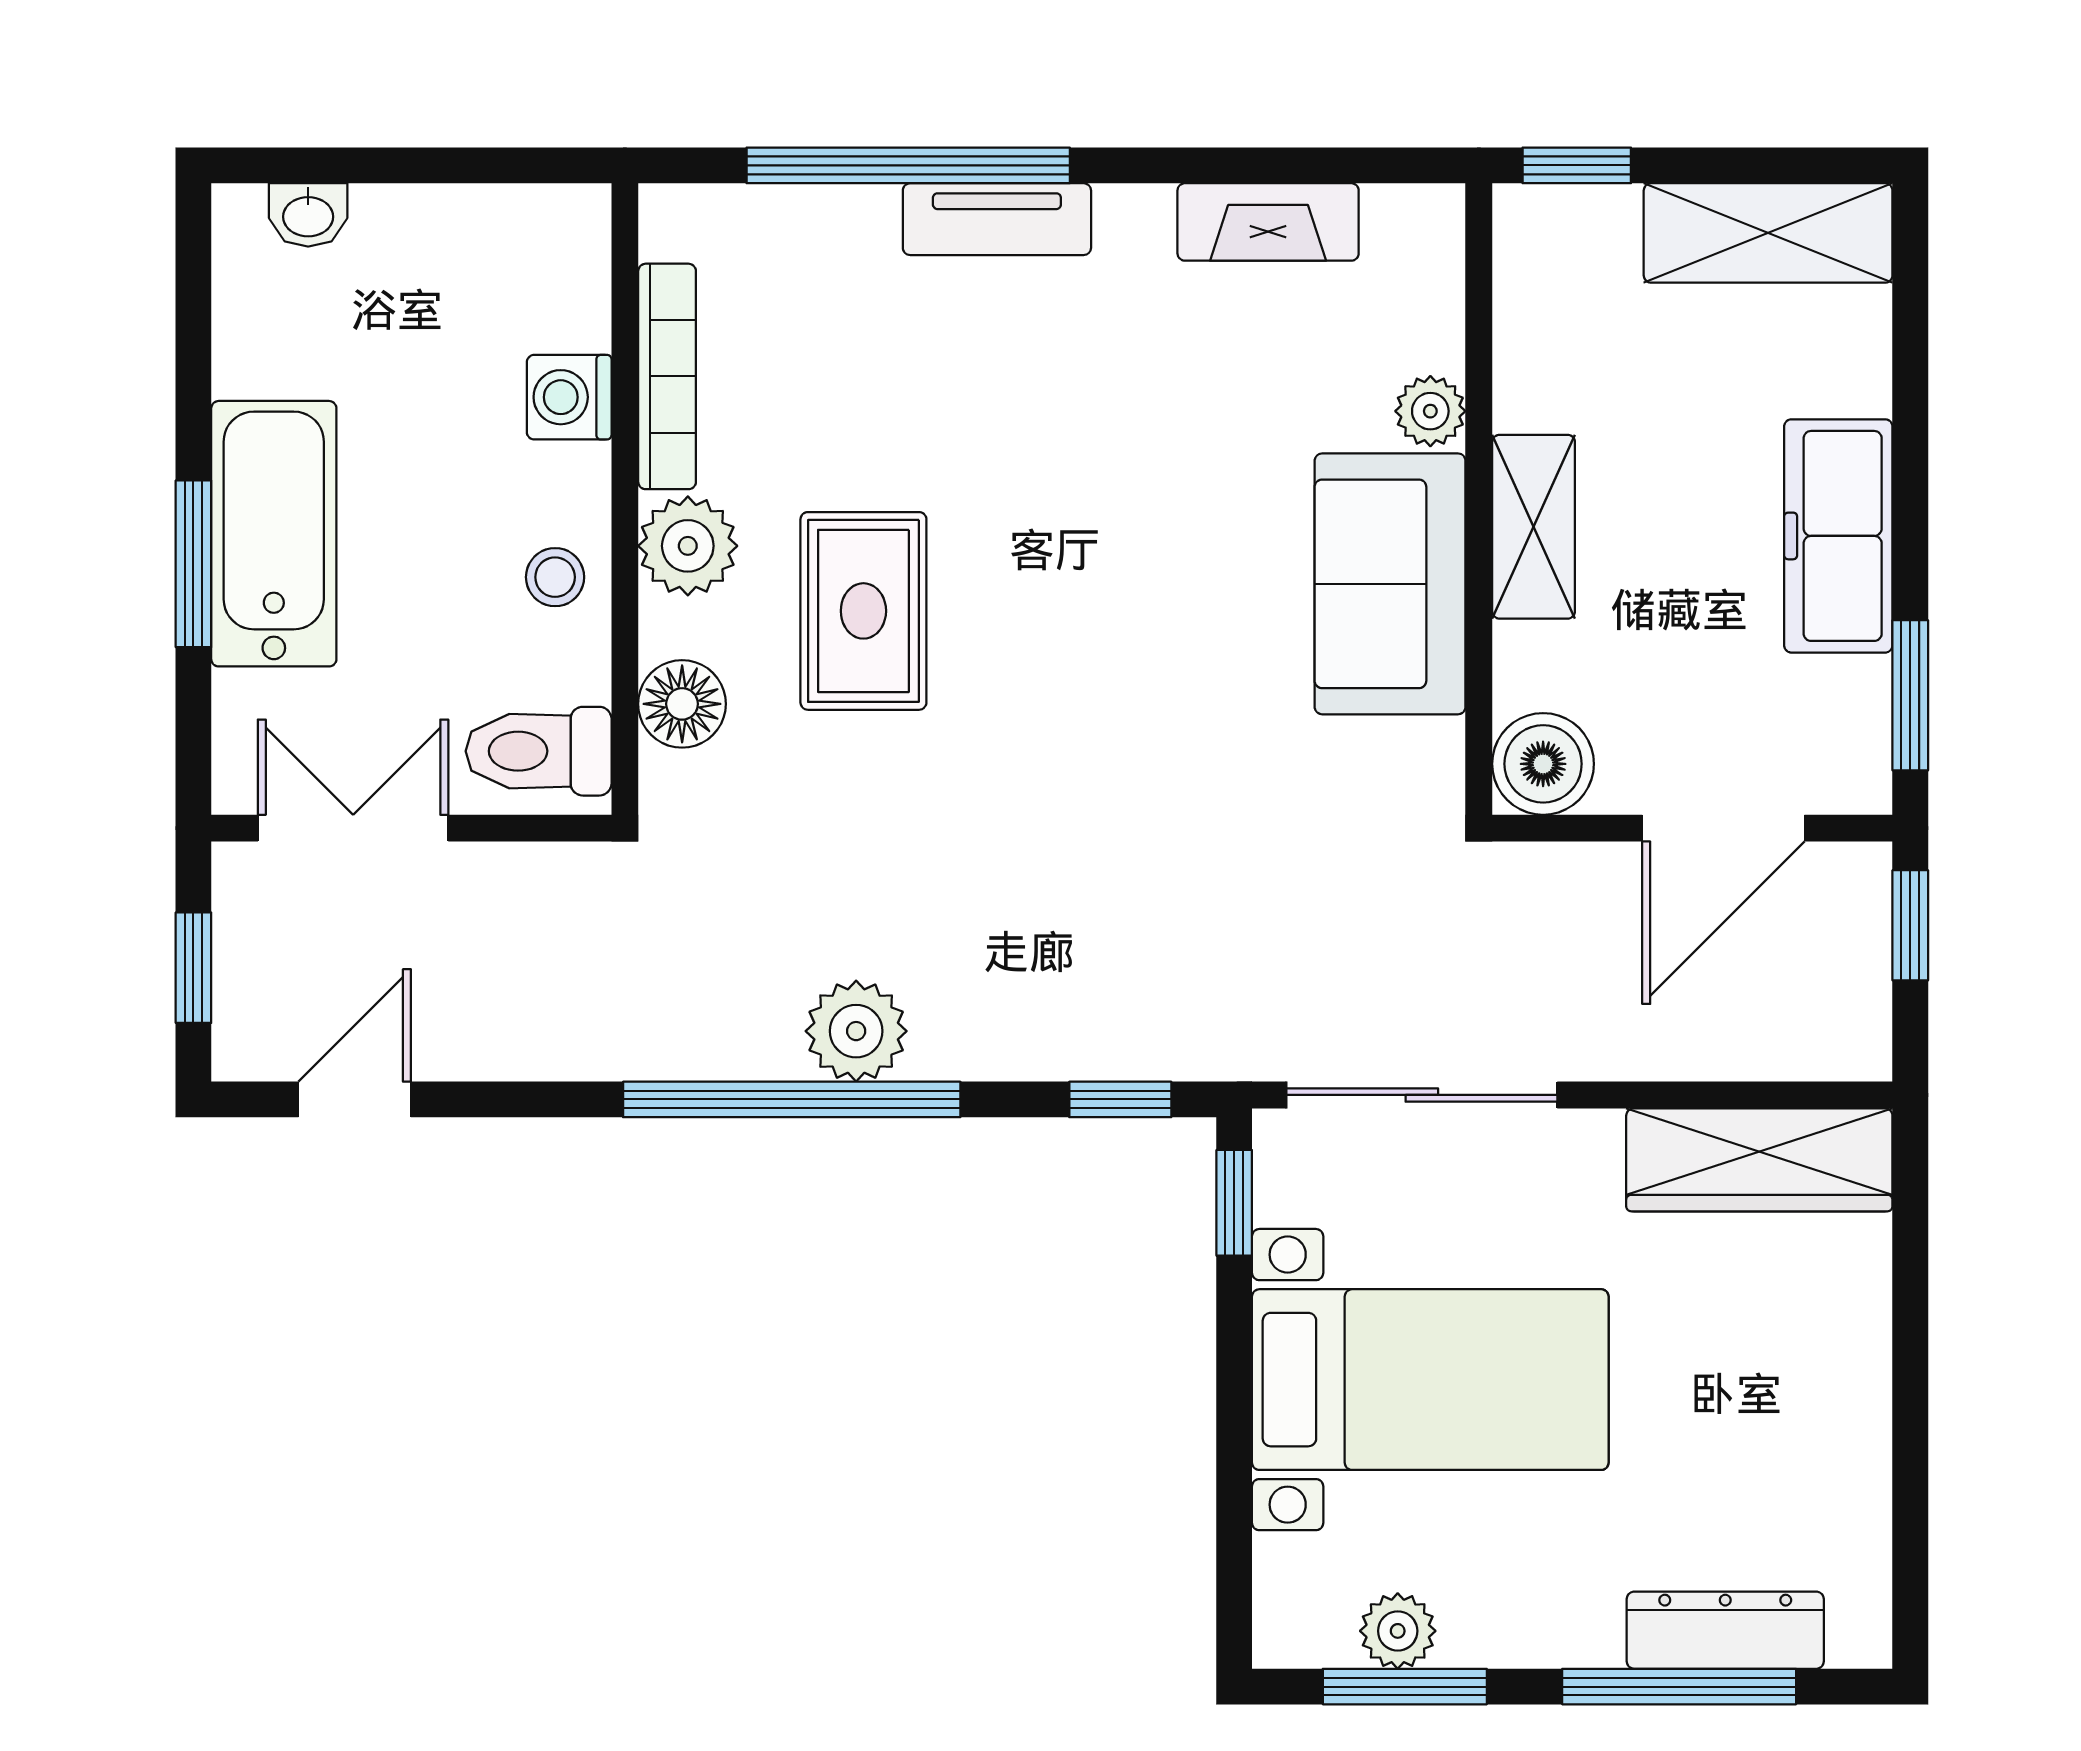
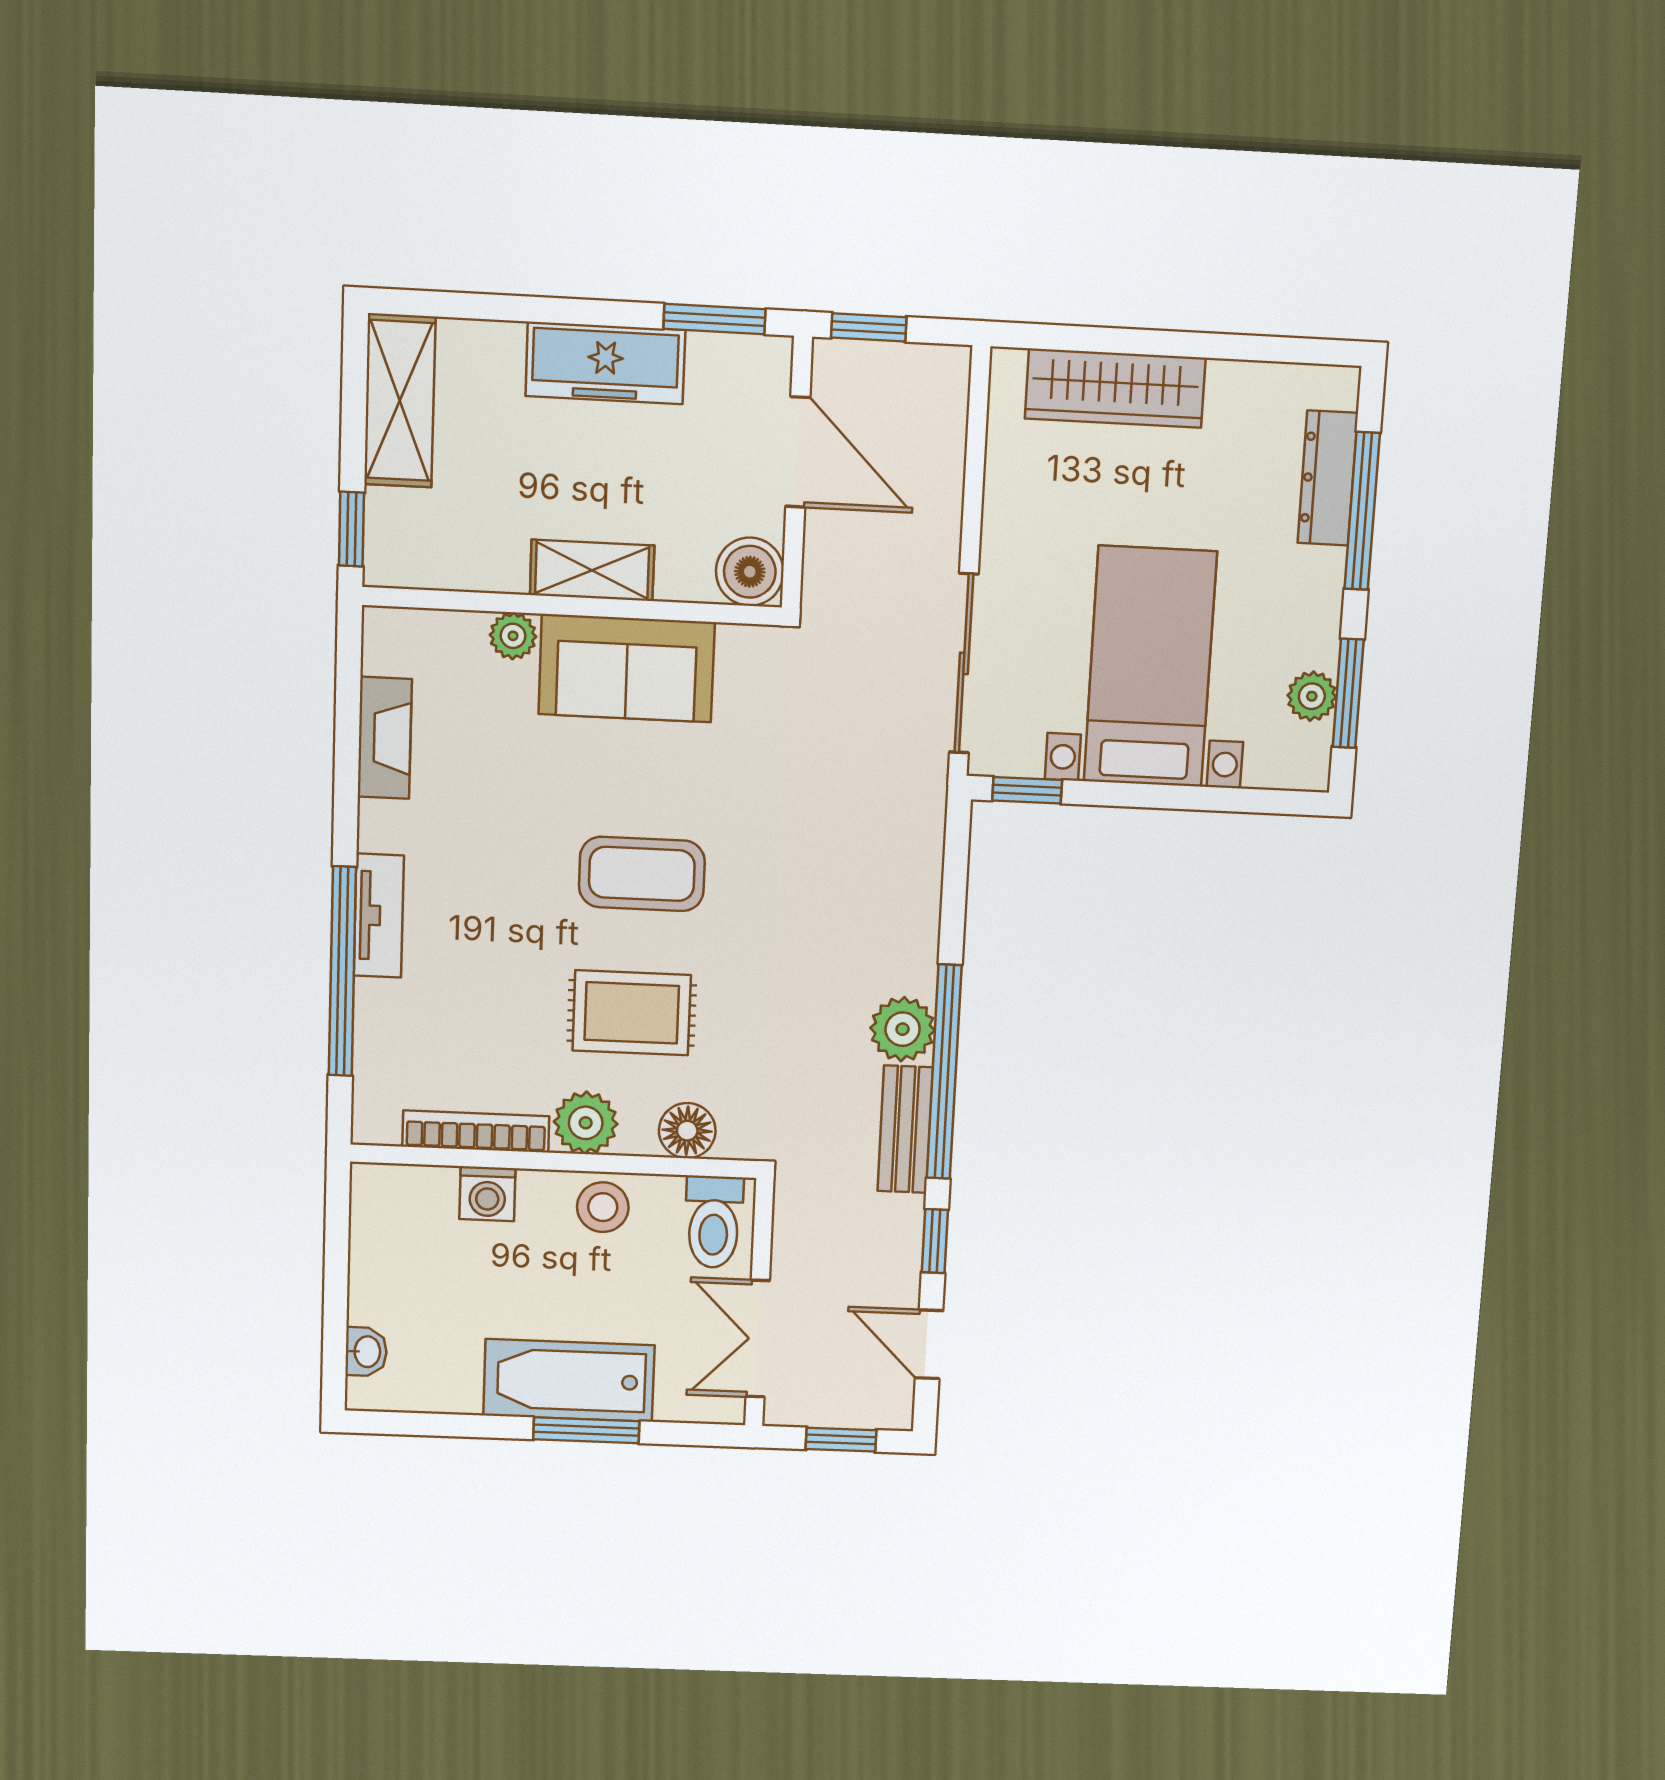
stool: (555, 577) -> (603, 1207), width x1.37, depth x1.37
coffee table: (1079, 619) -> (642, 874), added
bench: (698, 1043) -> (905, 1129), added
window: (1120, 1099) -> (935, 1241), moved
wardrobe: (1759, 1160) -> (1115, 388), moved, turned 90

